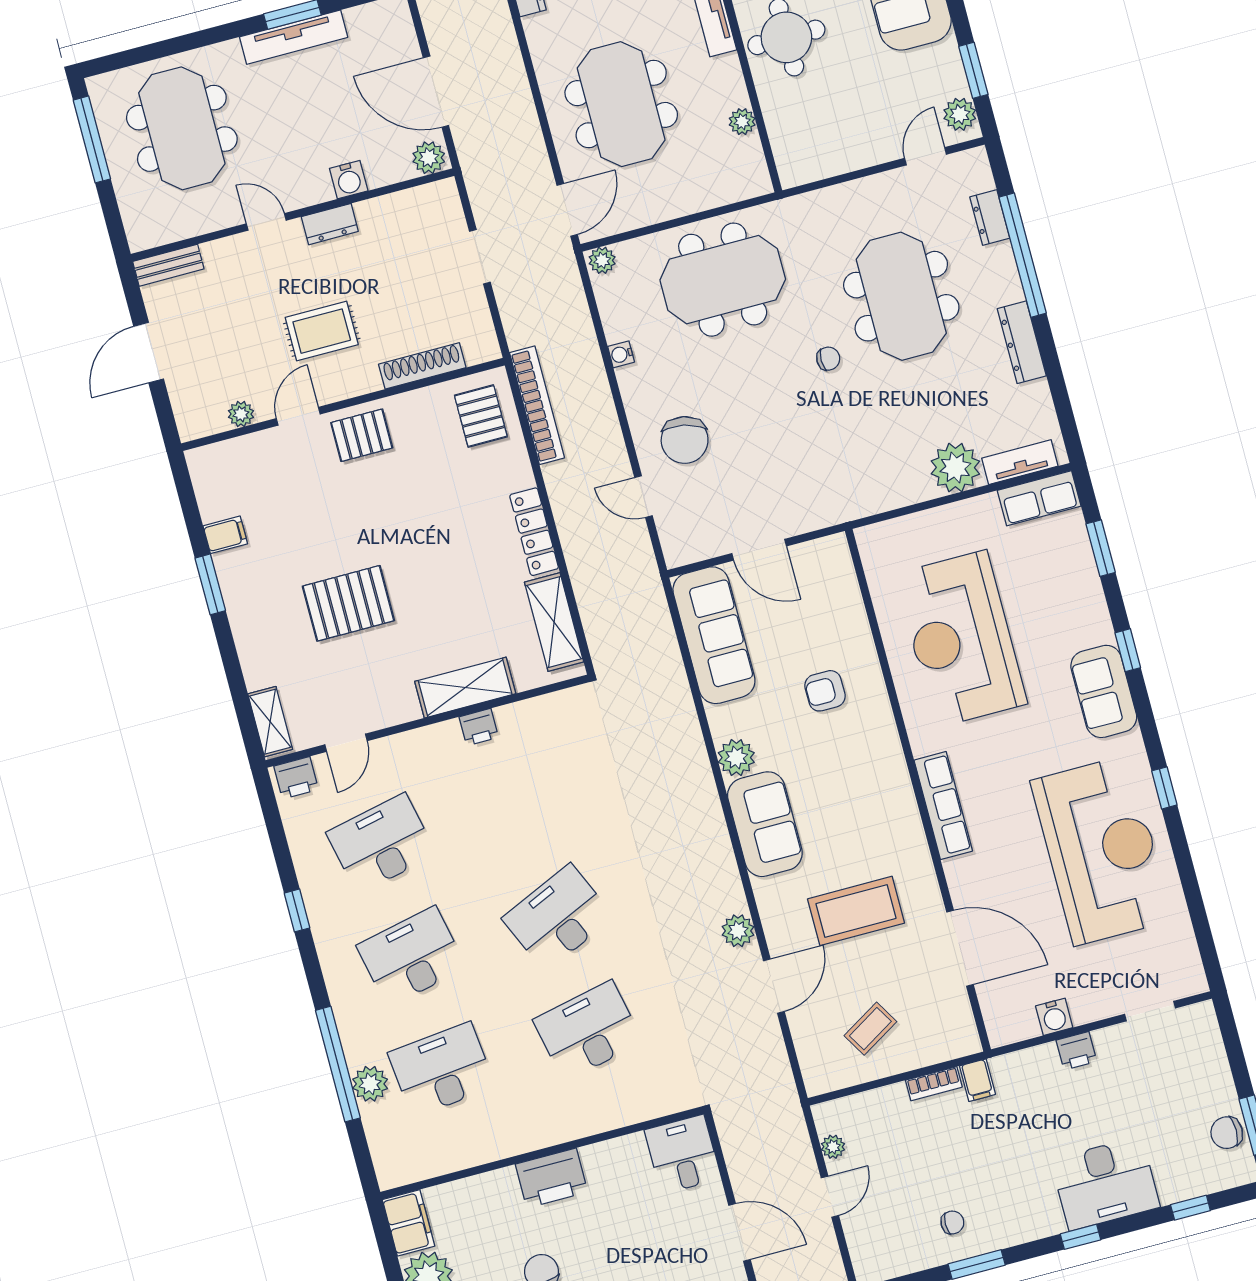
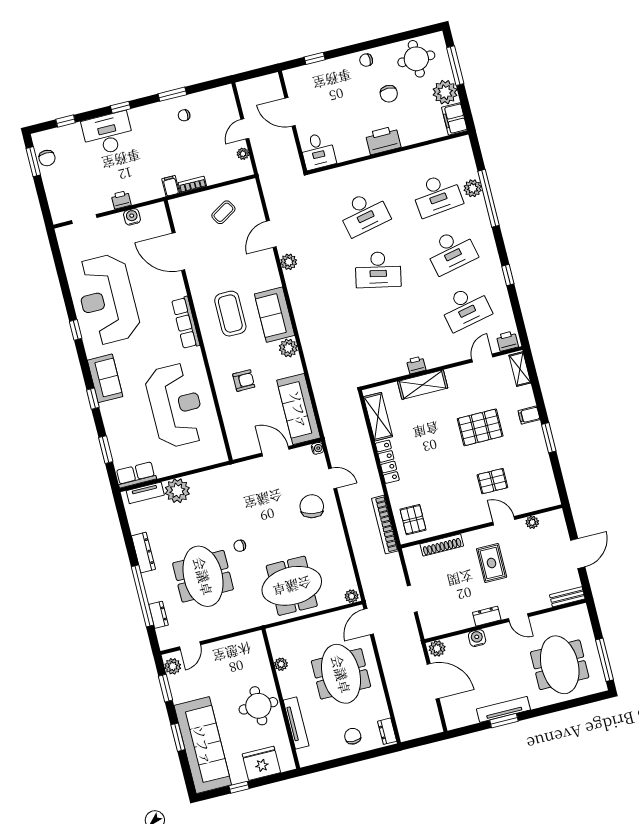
rug: (322, 331) -> (492, 563), turned 90
water cooler: (621, 354) -> (317, 448), moved
door: (298, 416) -> (504, 521), swing flipped
pallet: (362, 435) -> (492, 481), moved
filing cabinet: (225, 535) -> (529, 415), moved
coffee table: (856, 911) -> (230, 314), moved, turned 90
desk: (558, 918) -> (378, 270), turned 36
chair: (1227, 1133) -> (47, 158), turned 90

